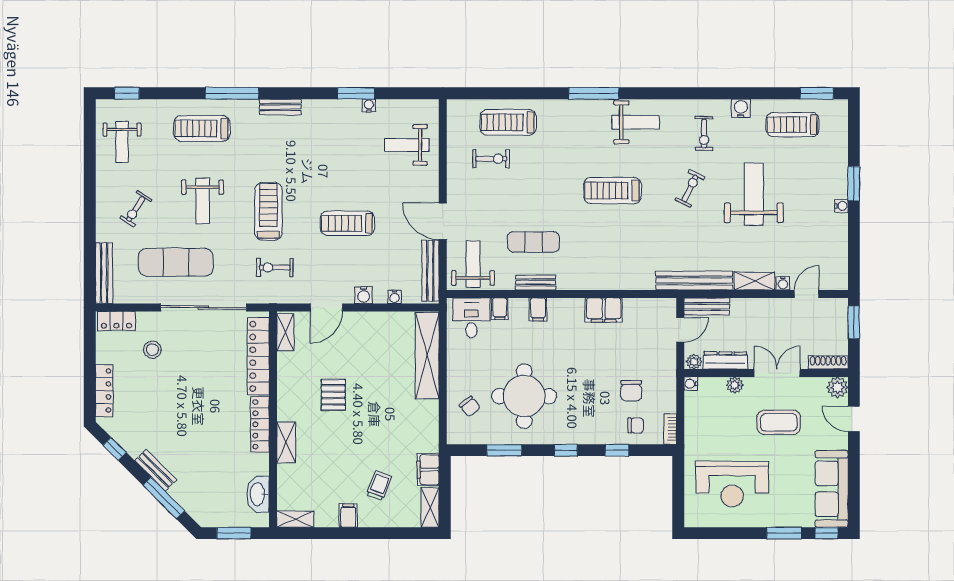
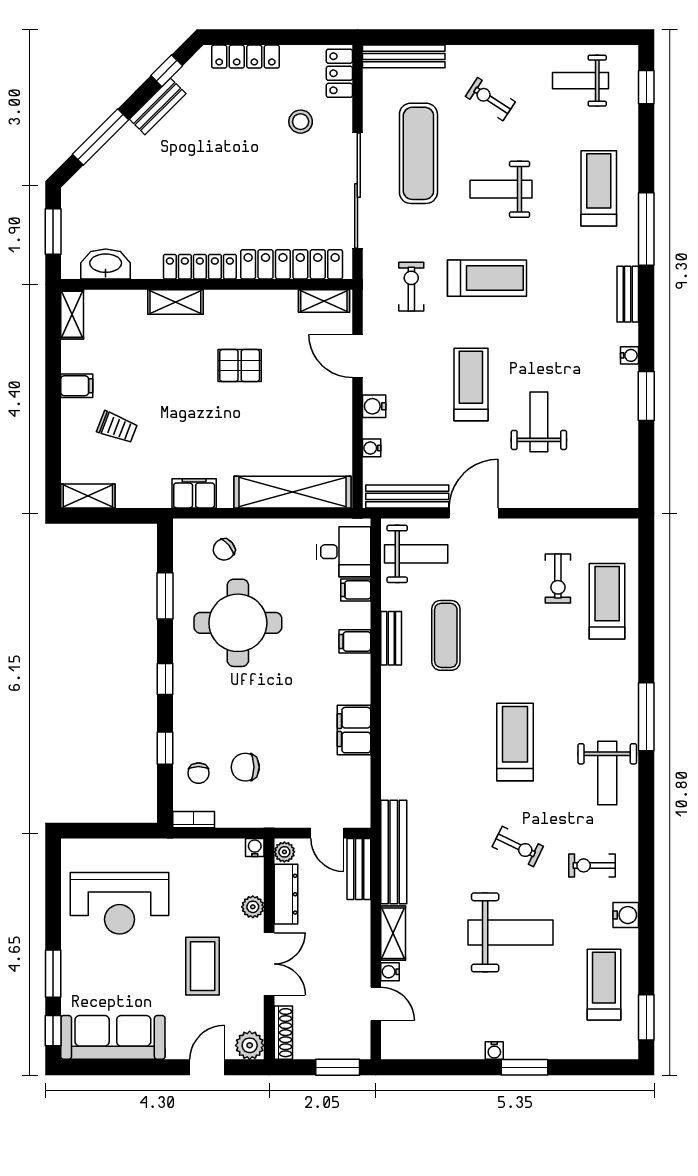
water cooler: (369, 106) -> (630, 355), moved
weight bench: (407, 145) -> (539, 422), moved
bench: (156, 470) -> (158, 106), moved
filing cabinet: (428, 470) -> (194, 493), moved
reception desk: (732, 484) -> (119, 903), turned -90

